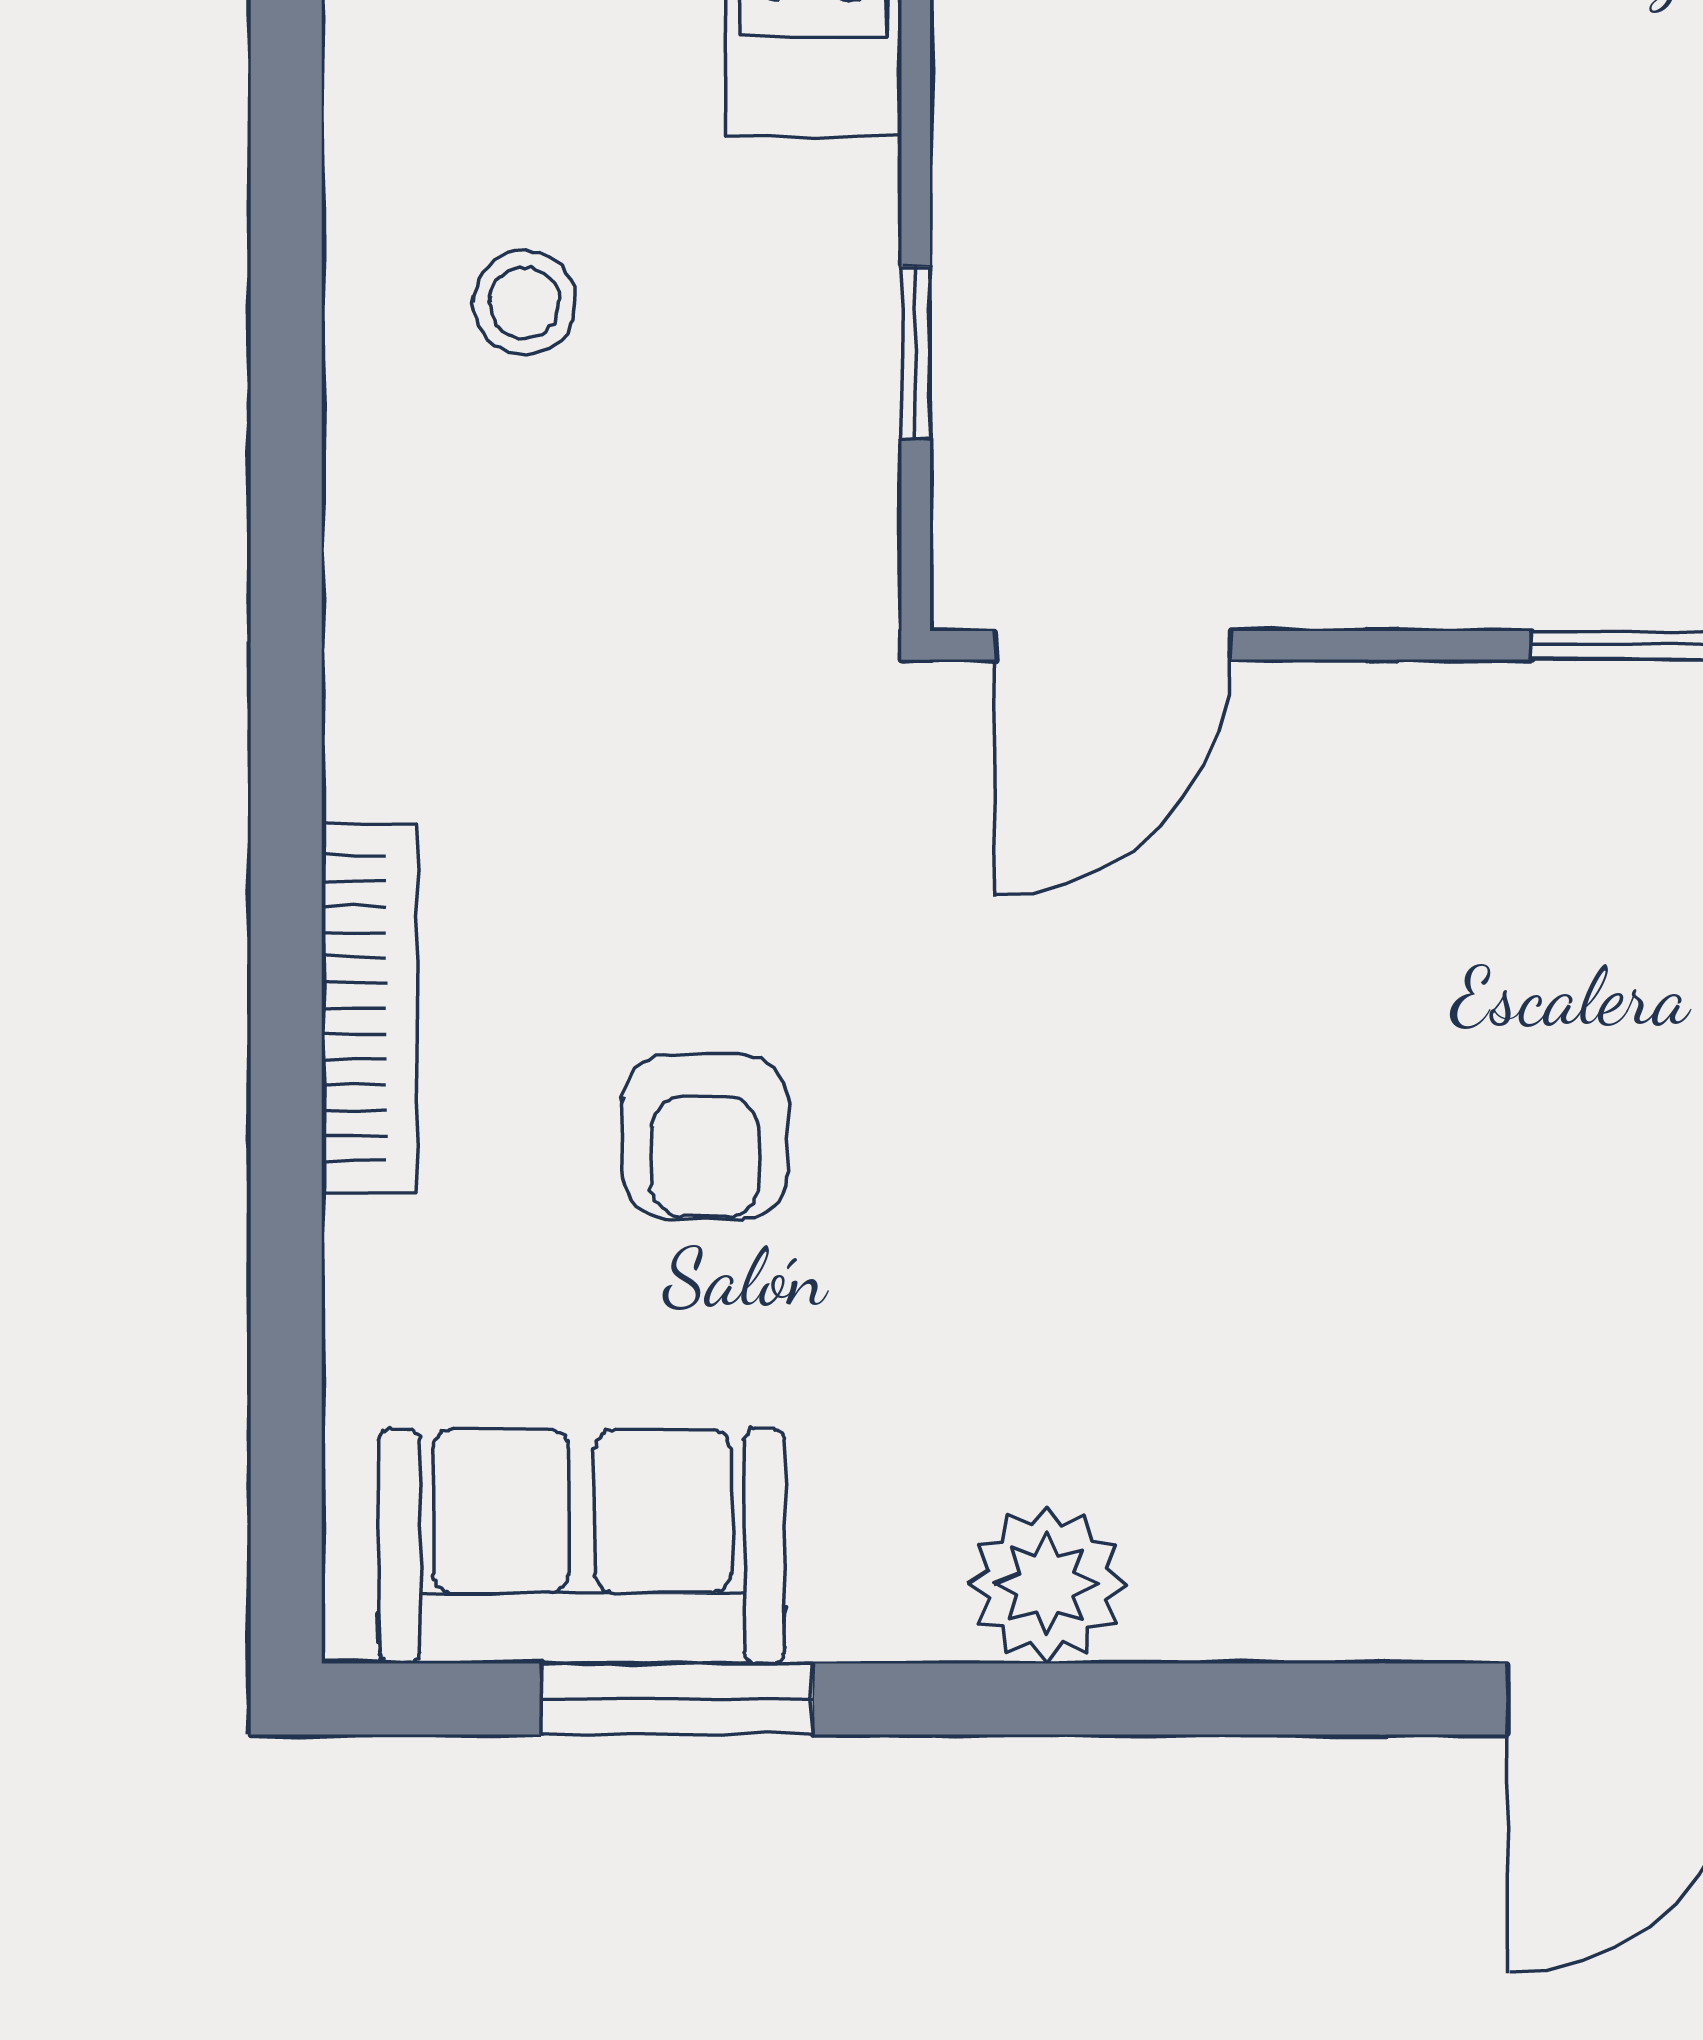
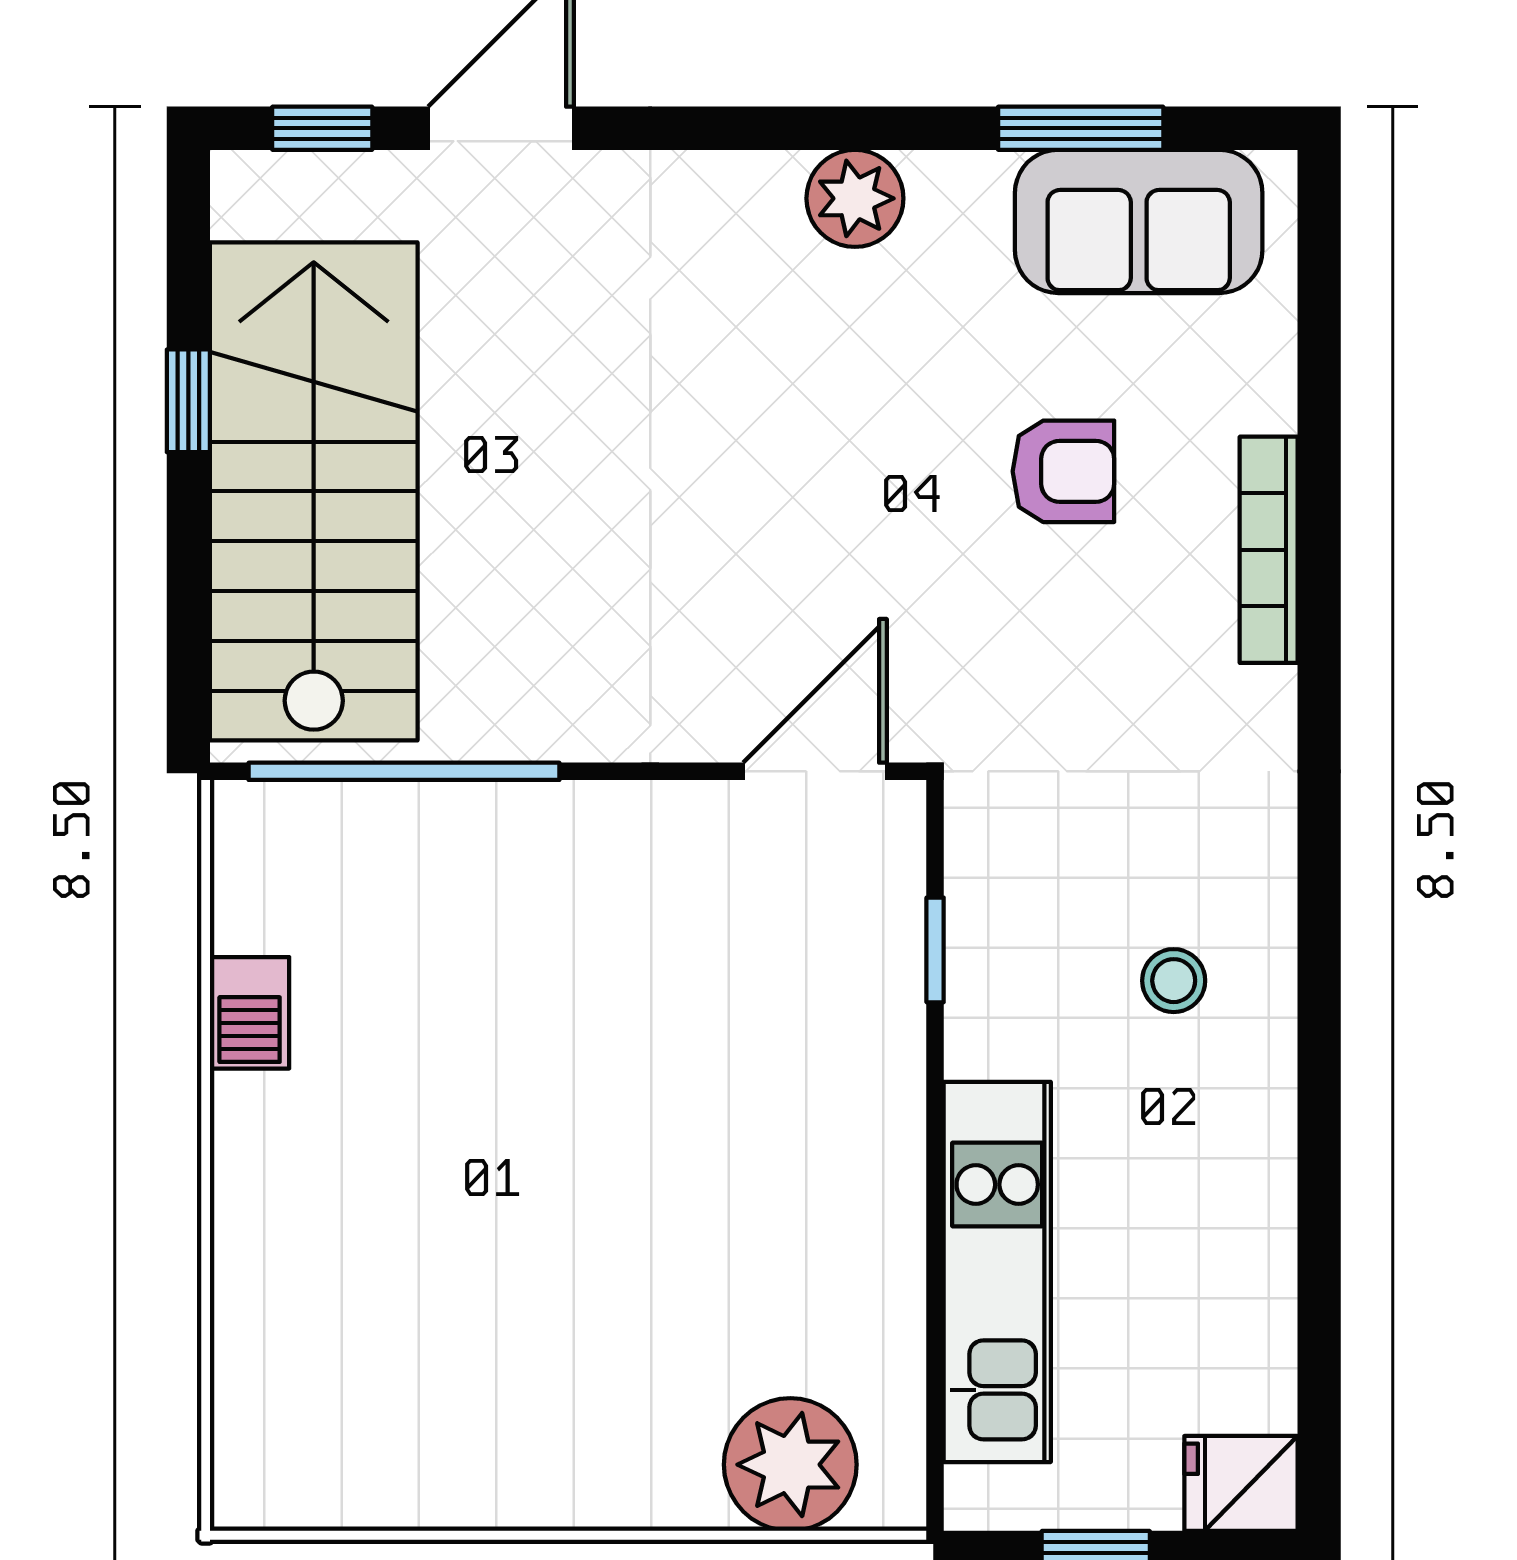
armchair: (705, 1137) -> (1063, 471), turned 90

